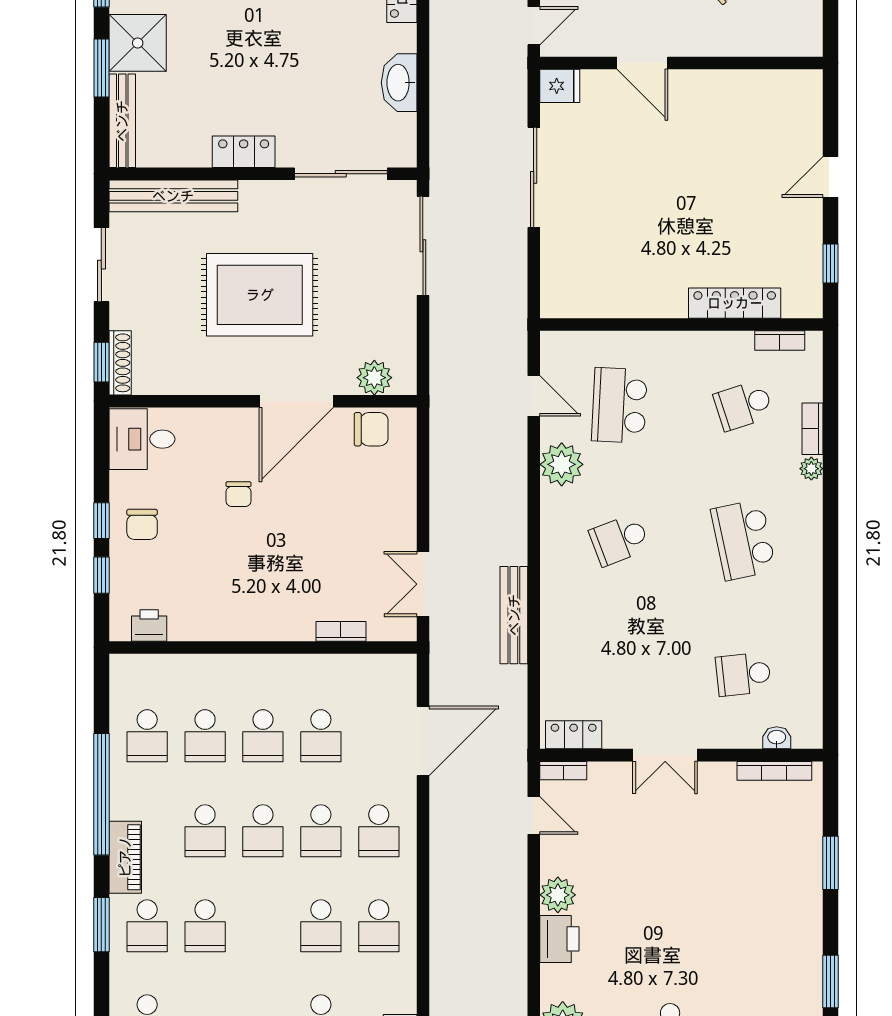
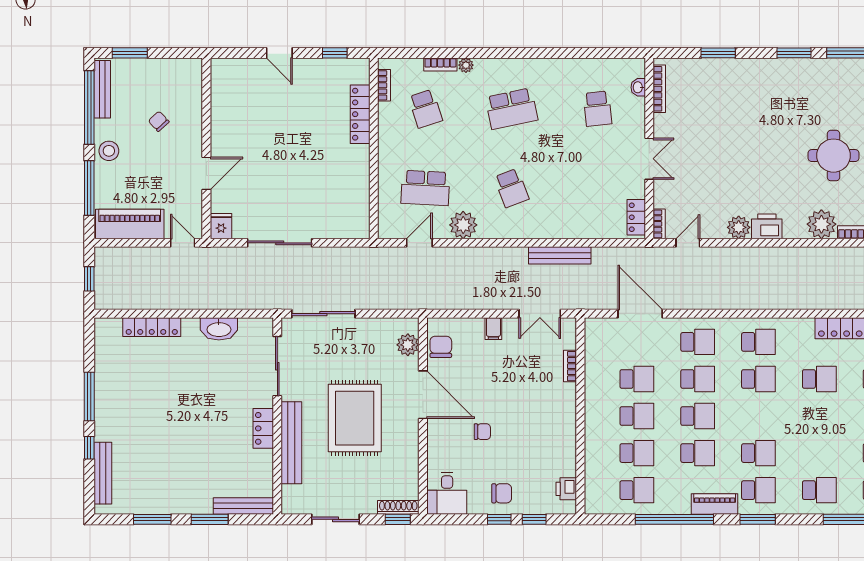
shower: (138, 43) -> (194, 496), removed
bench: (173, 196) -> (291, 443), moved
filing cabinet: (400, 512) -> (493, 329), added

